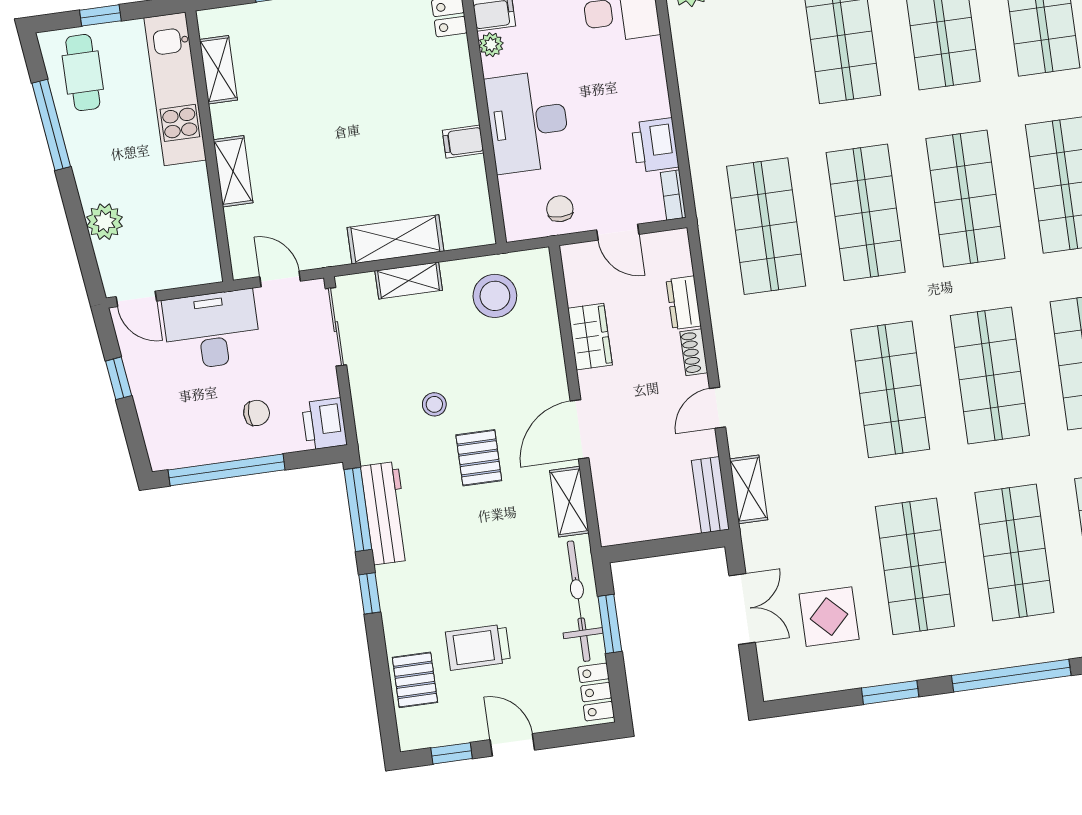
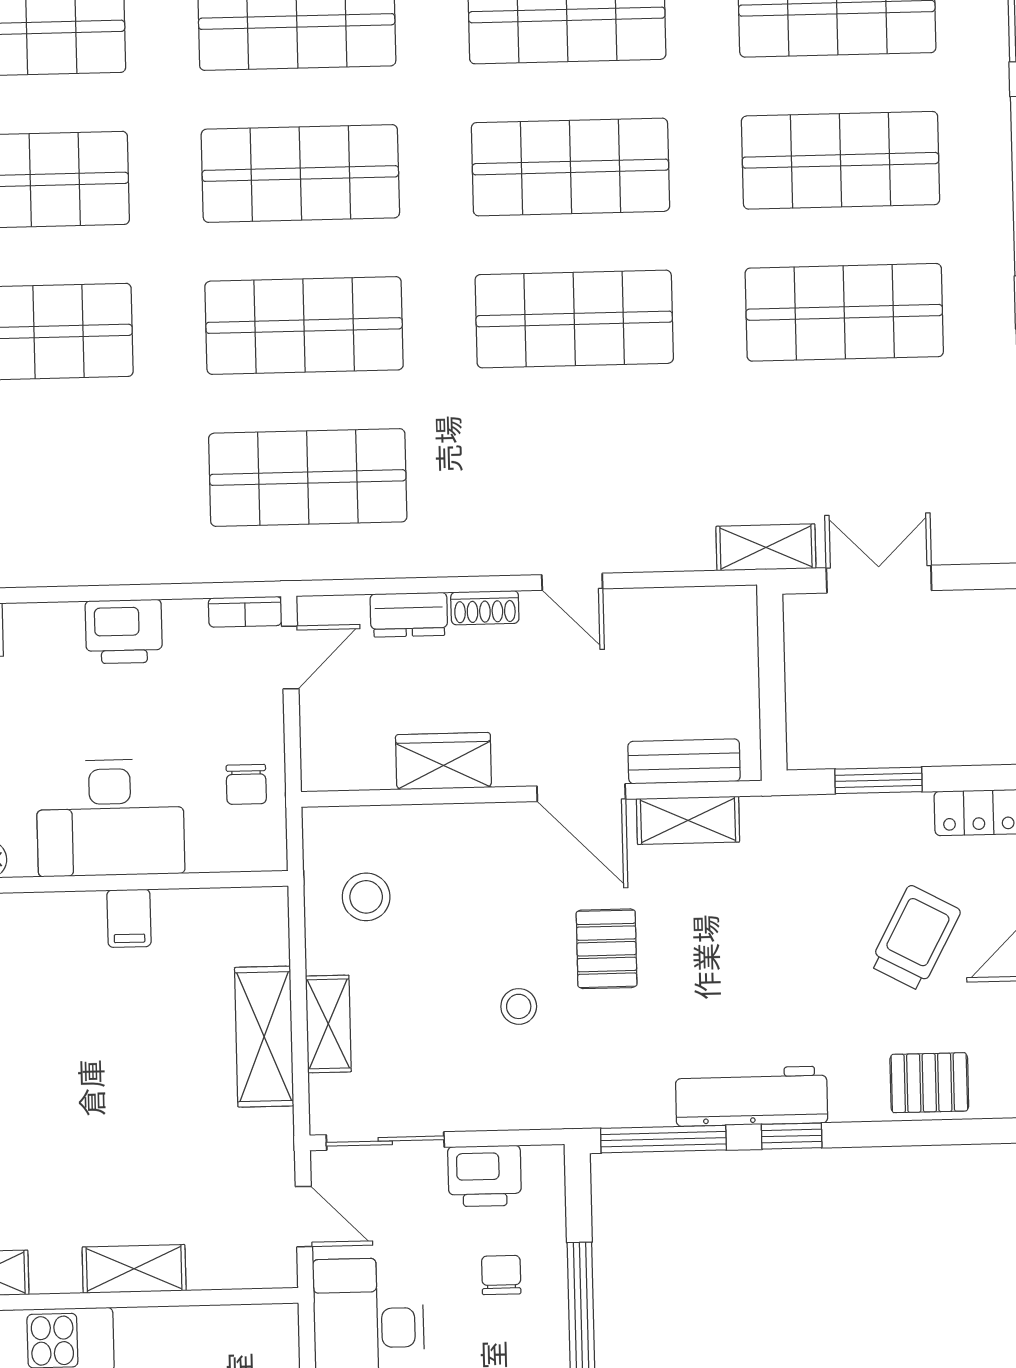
printer: (655, 145) -> (124, 632), moved
chair: (560, 209) -> (246, 784), turned -90
door: (618, 232) -> (290, 658), moved
door: (280, 279) -> (304, 1217), swing flipped
stool: (495, 296) -> (366, 897), width x0.73, depth x0.73
printer: (324, 424) -> (485, 1176), moved
pallet: (479, 458) -> (607, 949), turned 90
shelving: (749, 489) -> (766, 547), moved
bench: (710, 495) -> (684, 761), moved
workbench: (386, 513) -> (751, 1096), moved
bicycle: (579, 601) -> (839, 823), removed
display table: (829, 617) -> (905, 450), removed
trolley: (478, 647) -> (915, 938), moved, turned -152

